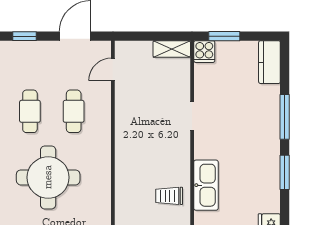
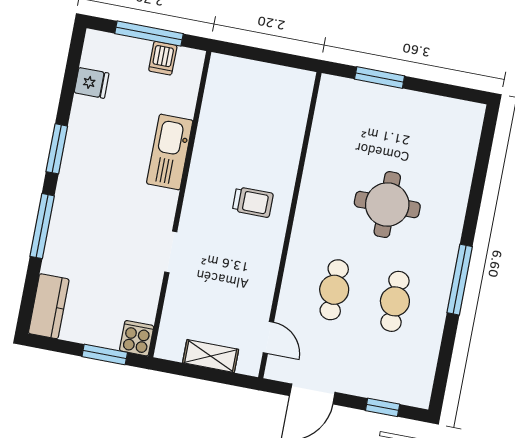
shelving: (172, 49) -> (211, 356), moved
door: (113, 69) -> (268, 338), hinge flipped
round table: (48, 177) -> (387, 205), width x0.73, depth x0.73
trolley: (169, 196) -> (253, 202), moved

